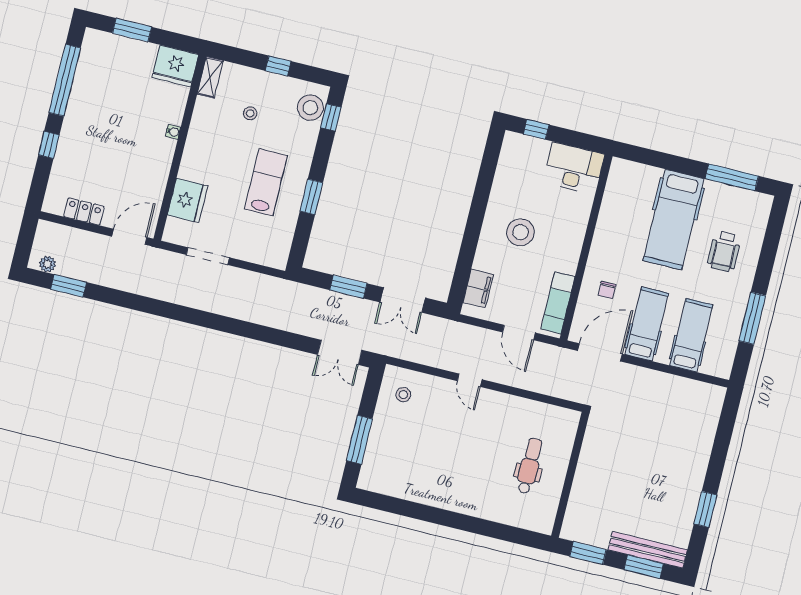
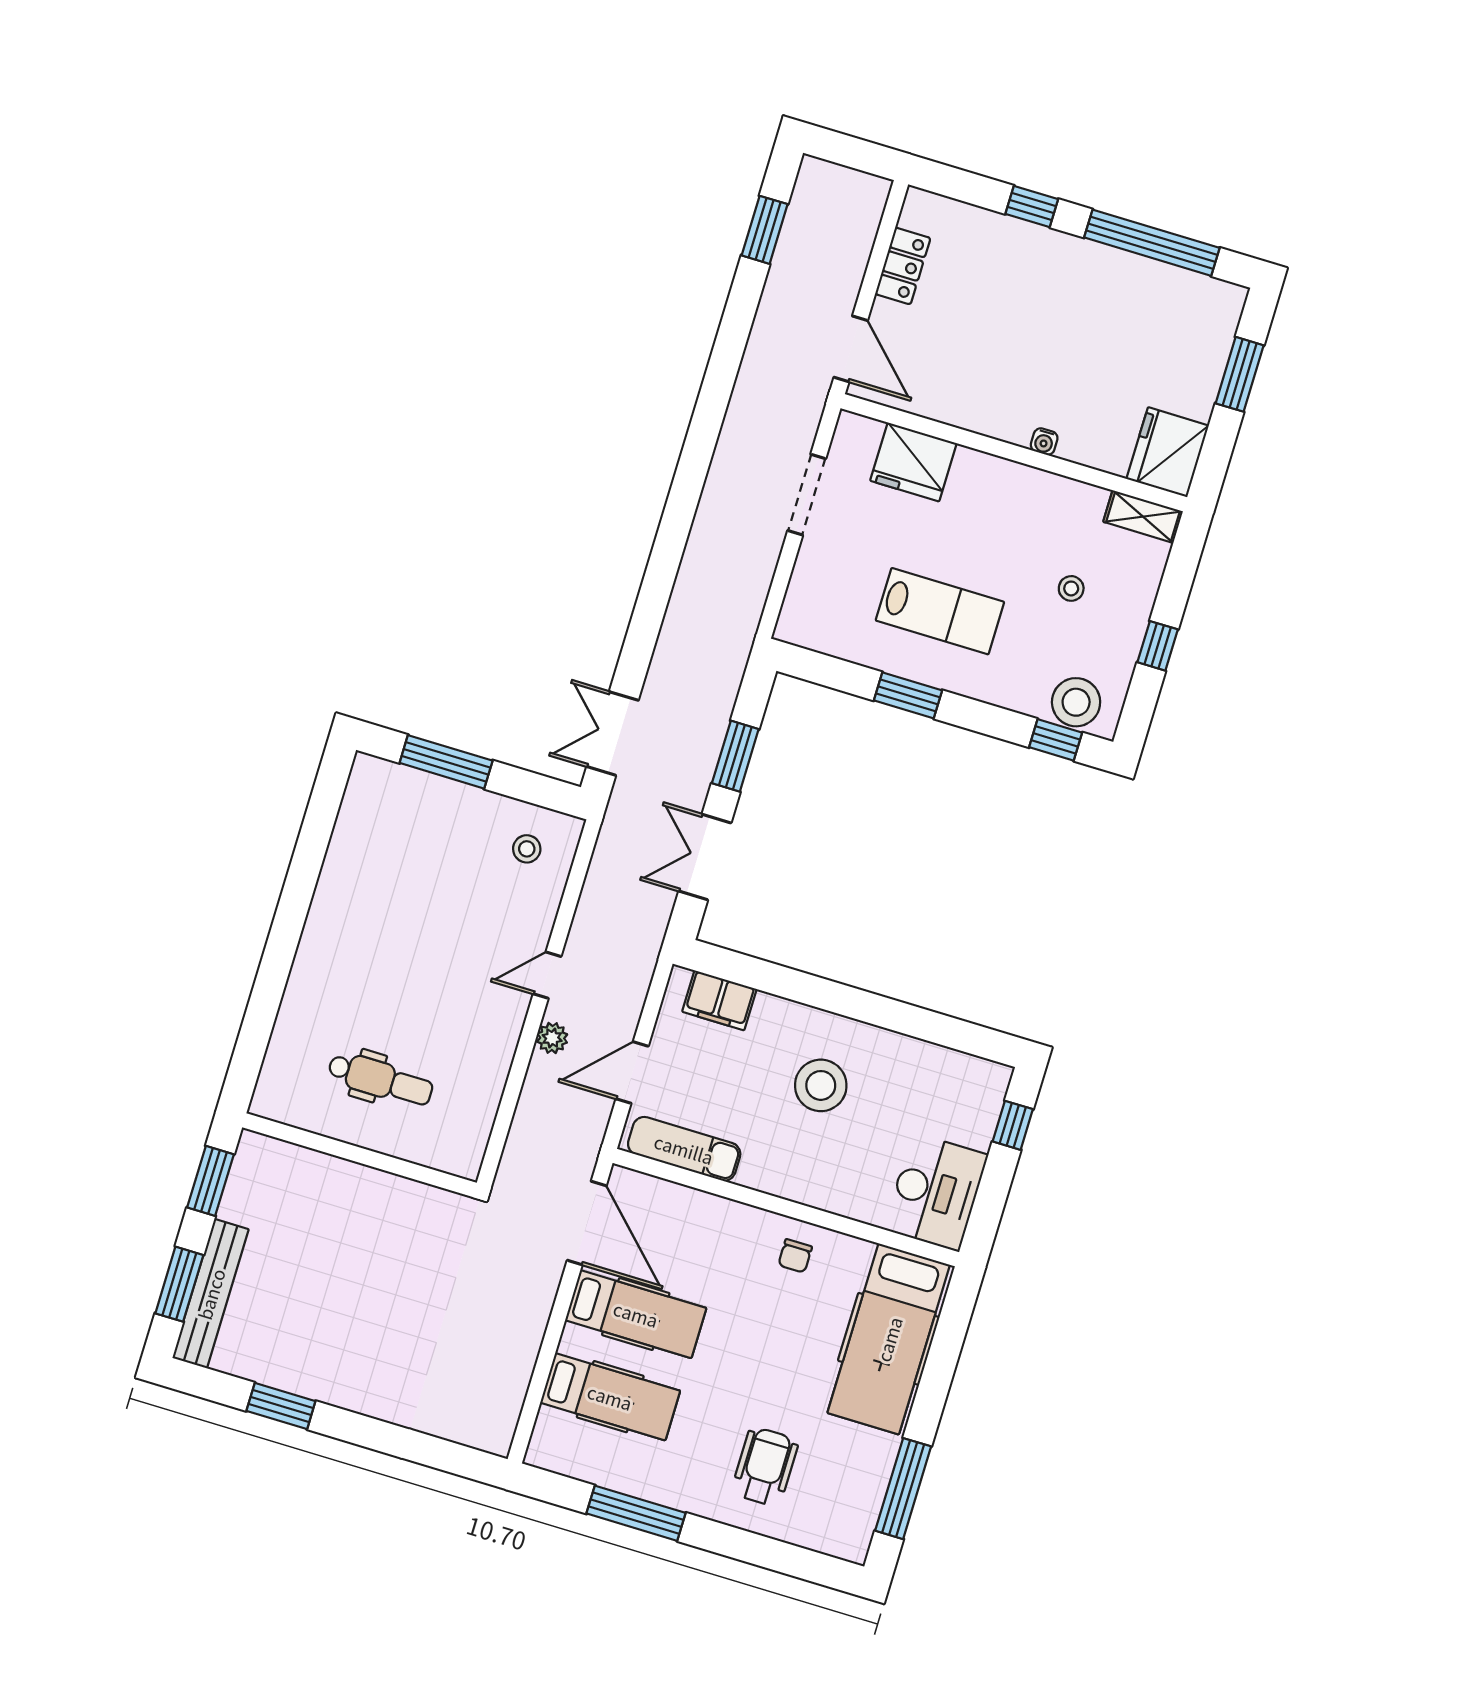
hospital bed: (673, 220) -> (889, 1339), moved, turned -90
wheelchair: (724, 251) -> (765, 1467), turned 91
plant: (47, 264) -> (552, 1038), moved
chair: (607, 290) -> (795, 1256), moved, turned -90

